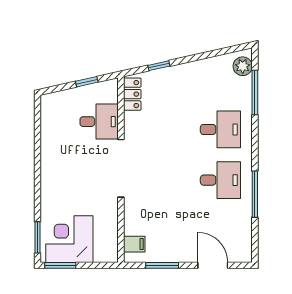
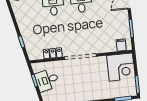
locker: (132, 94) -> (53, 53), moved
desk: (99, 122) -> (47, 80), moved, turned -103
corner desk: (69, 239) -> (121, 67), moved, turned -90

